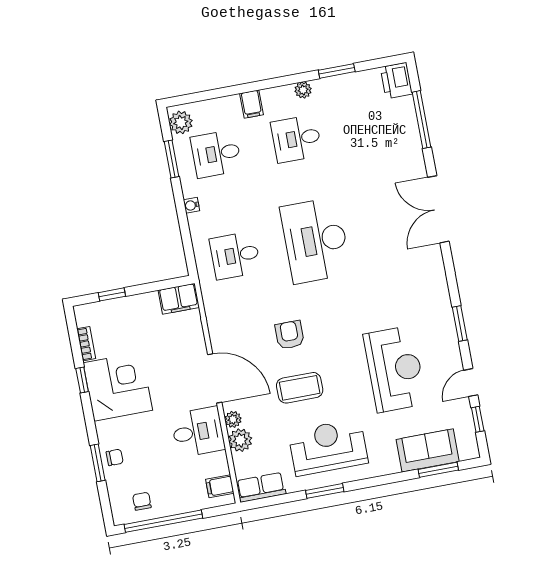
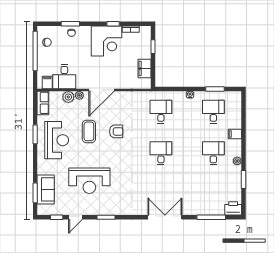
plant: (181, 122) -> (232, 97), removed
desk: (315, 240) -> (161, 153), width x0.53, depth x0.77
filing cabinet: (179, 299) -> (145, 69), moved
door: (471, 383) -> (76, 217), swing flipped
desk: (198, 432) -> (64, 77), moved

